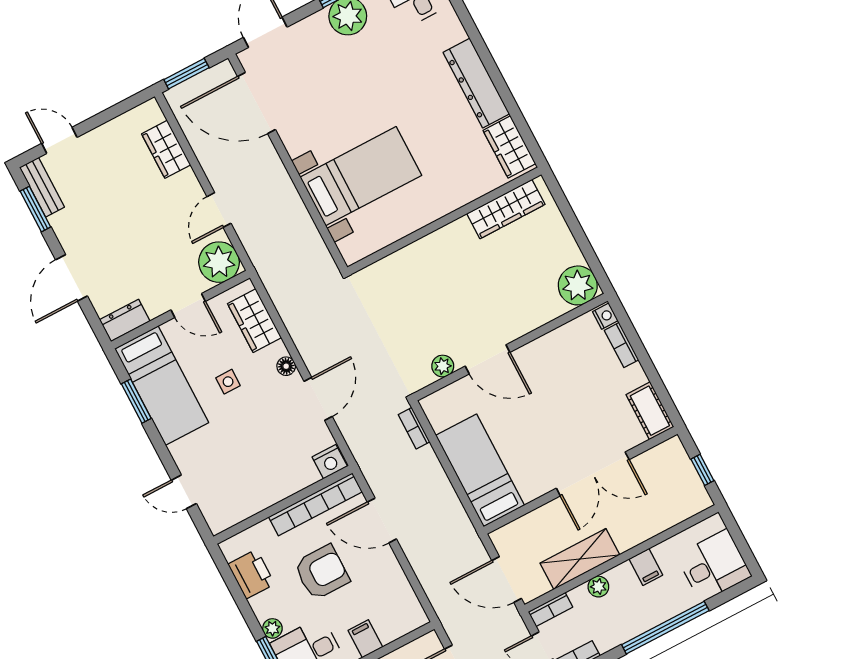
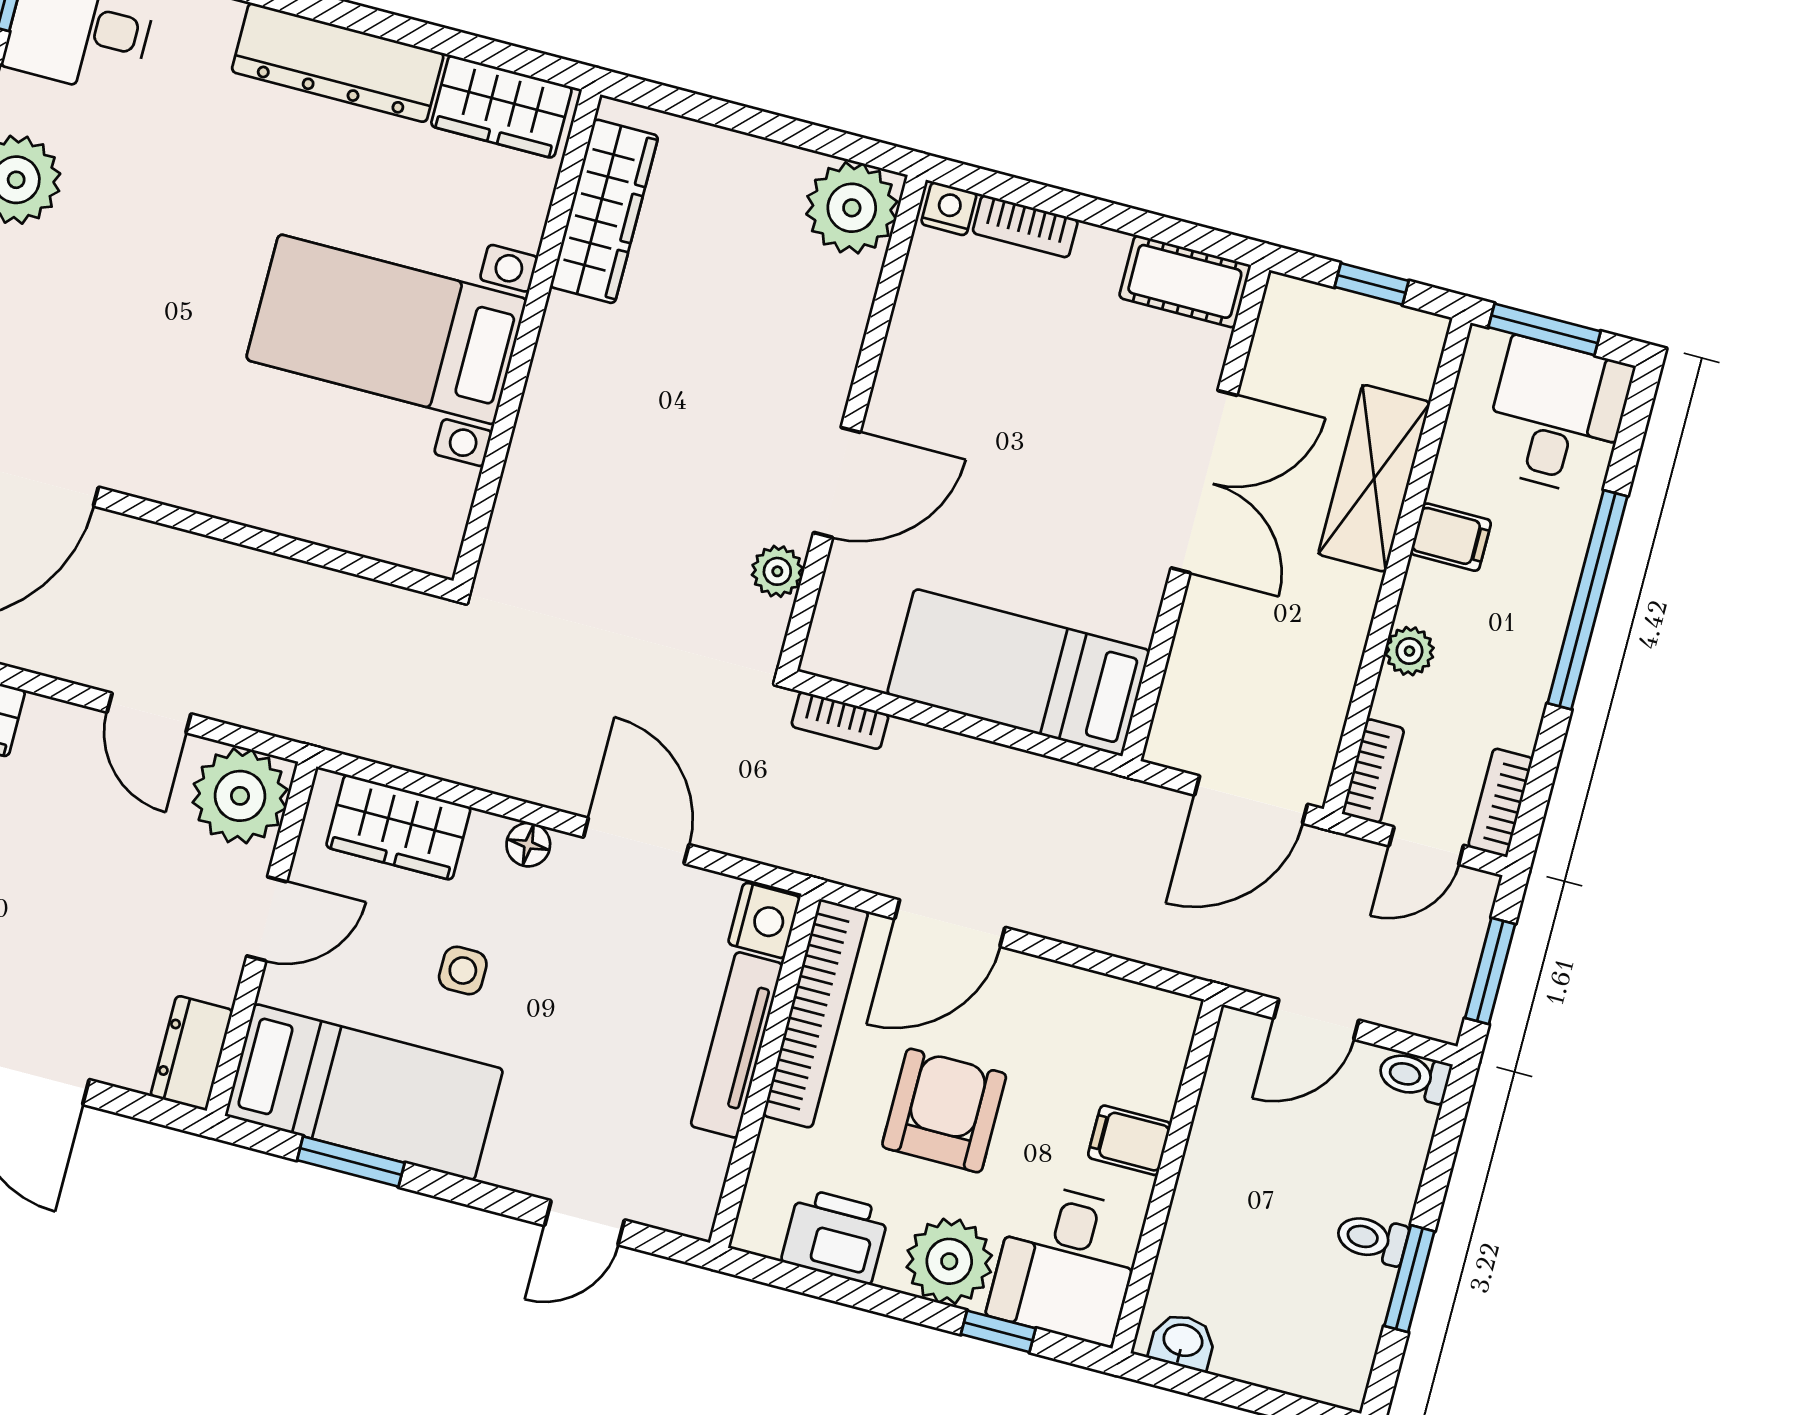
bed with nightstands: (361, 176) -> (387, 329), moved, turned -90
tv unit: (283, 489) -> (737, 1045), added
window: (738, 537) -> (1544, 329), added
shelving: (580, 559) -> (1374, 478), moved
plant: (272, 628) -> (949, 1261), width x1.87, depth x1.87

